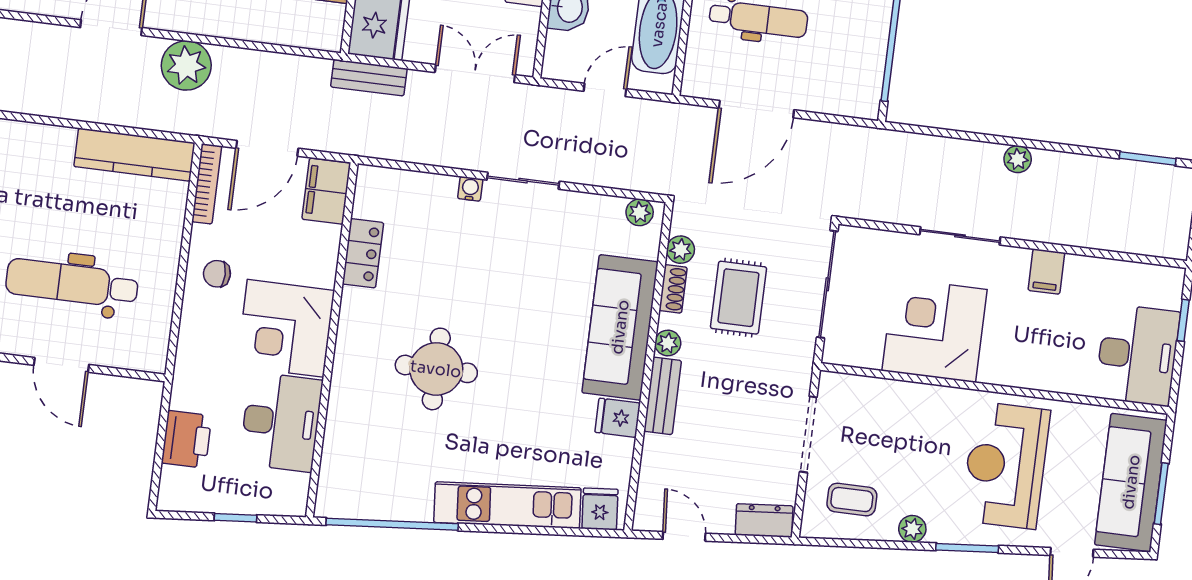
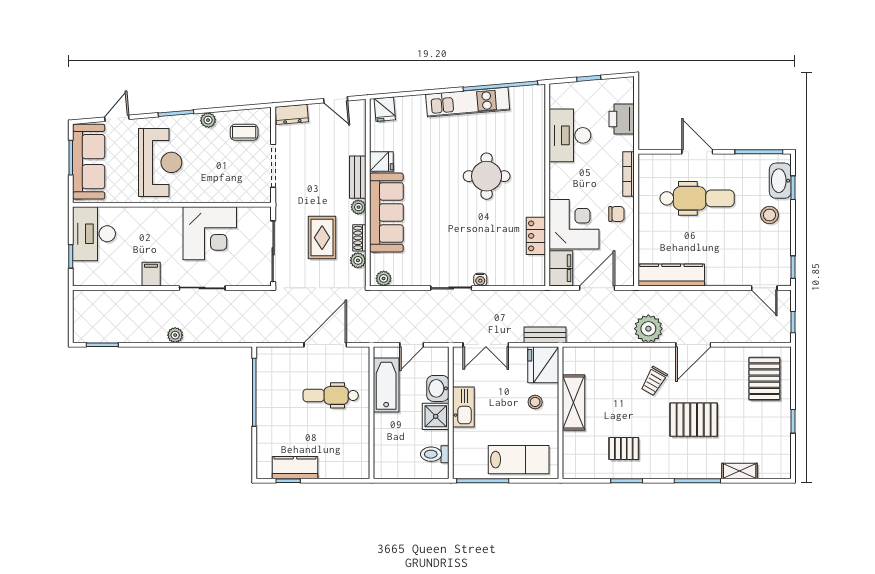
bookcase: (207, 184) -> (629, 174), moved
corner desk: (286, 328) -> (574, 224), moved
kitchen unit: (507, 505) -> (468, 102), moved

